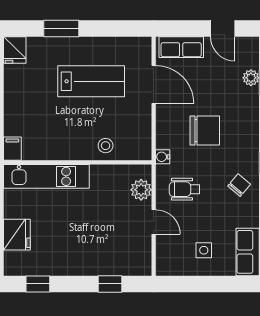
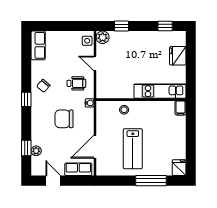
window: (61, 28) -> (151, 181), width x1.44
lab bench: (91, 81) -> (133, 149), turned -90
door: (154, 84) -> (95, 147), hinge flipped
plant: (141, 190) -> (103, 37), moved
side table: (204, 250) -> (87, 41), moved

